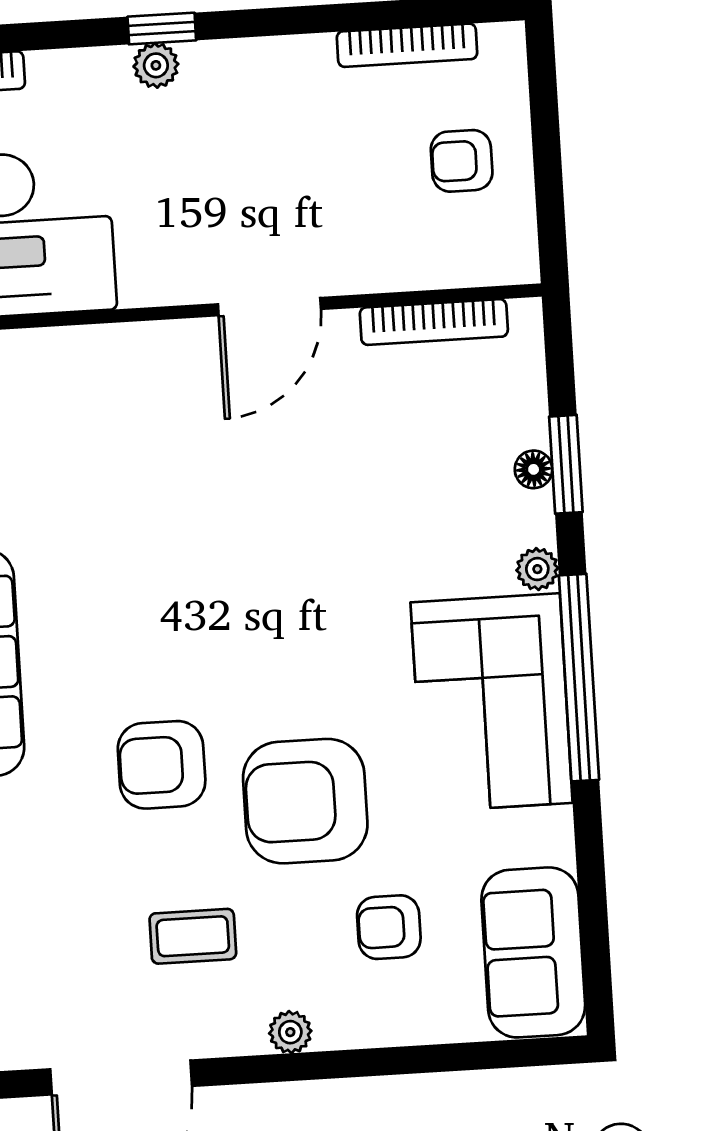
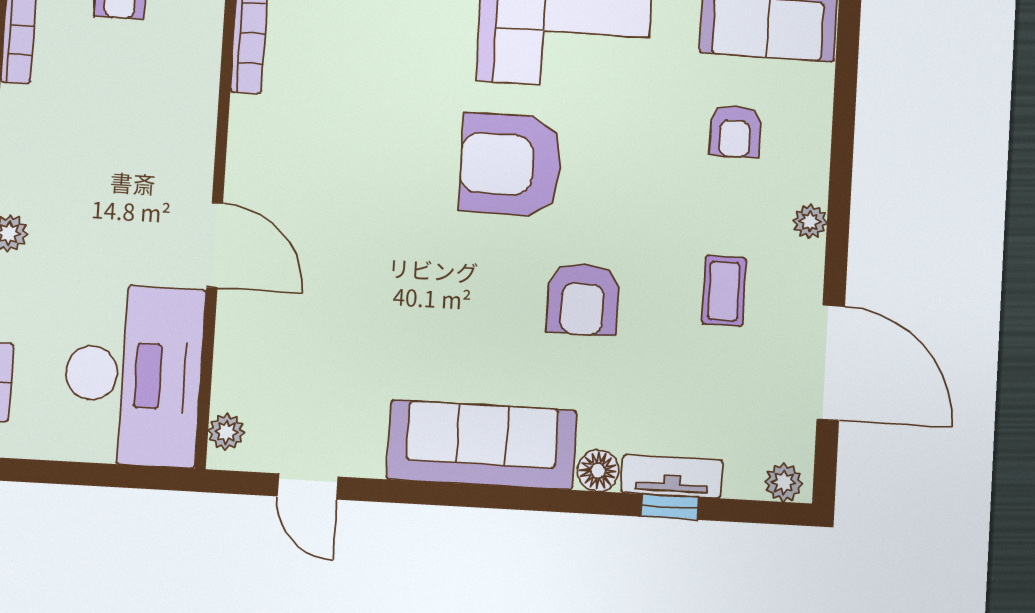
door: (269, 307) -> (215, 245), moved
armchair: (305, 801) -> (511, 165), moved, turned 90

